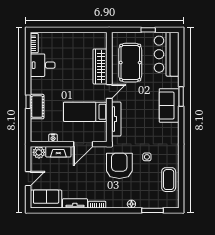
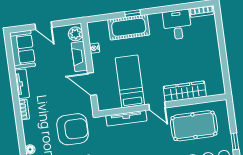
cot: (37, 107) -> (129, 27), width x1.37, depth x1.34

